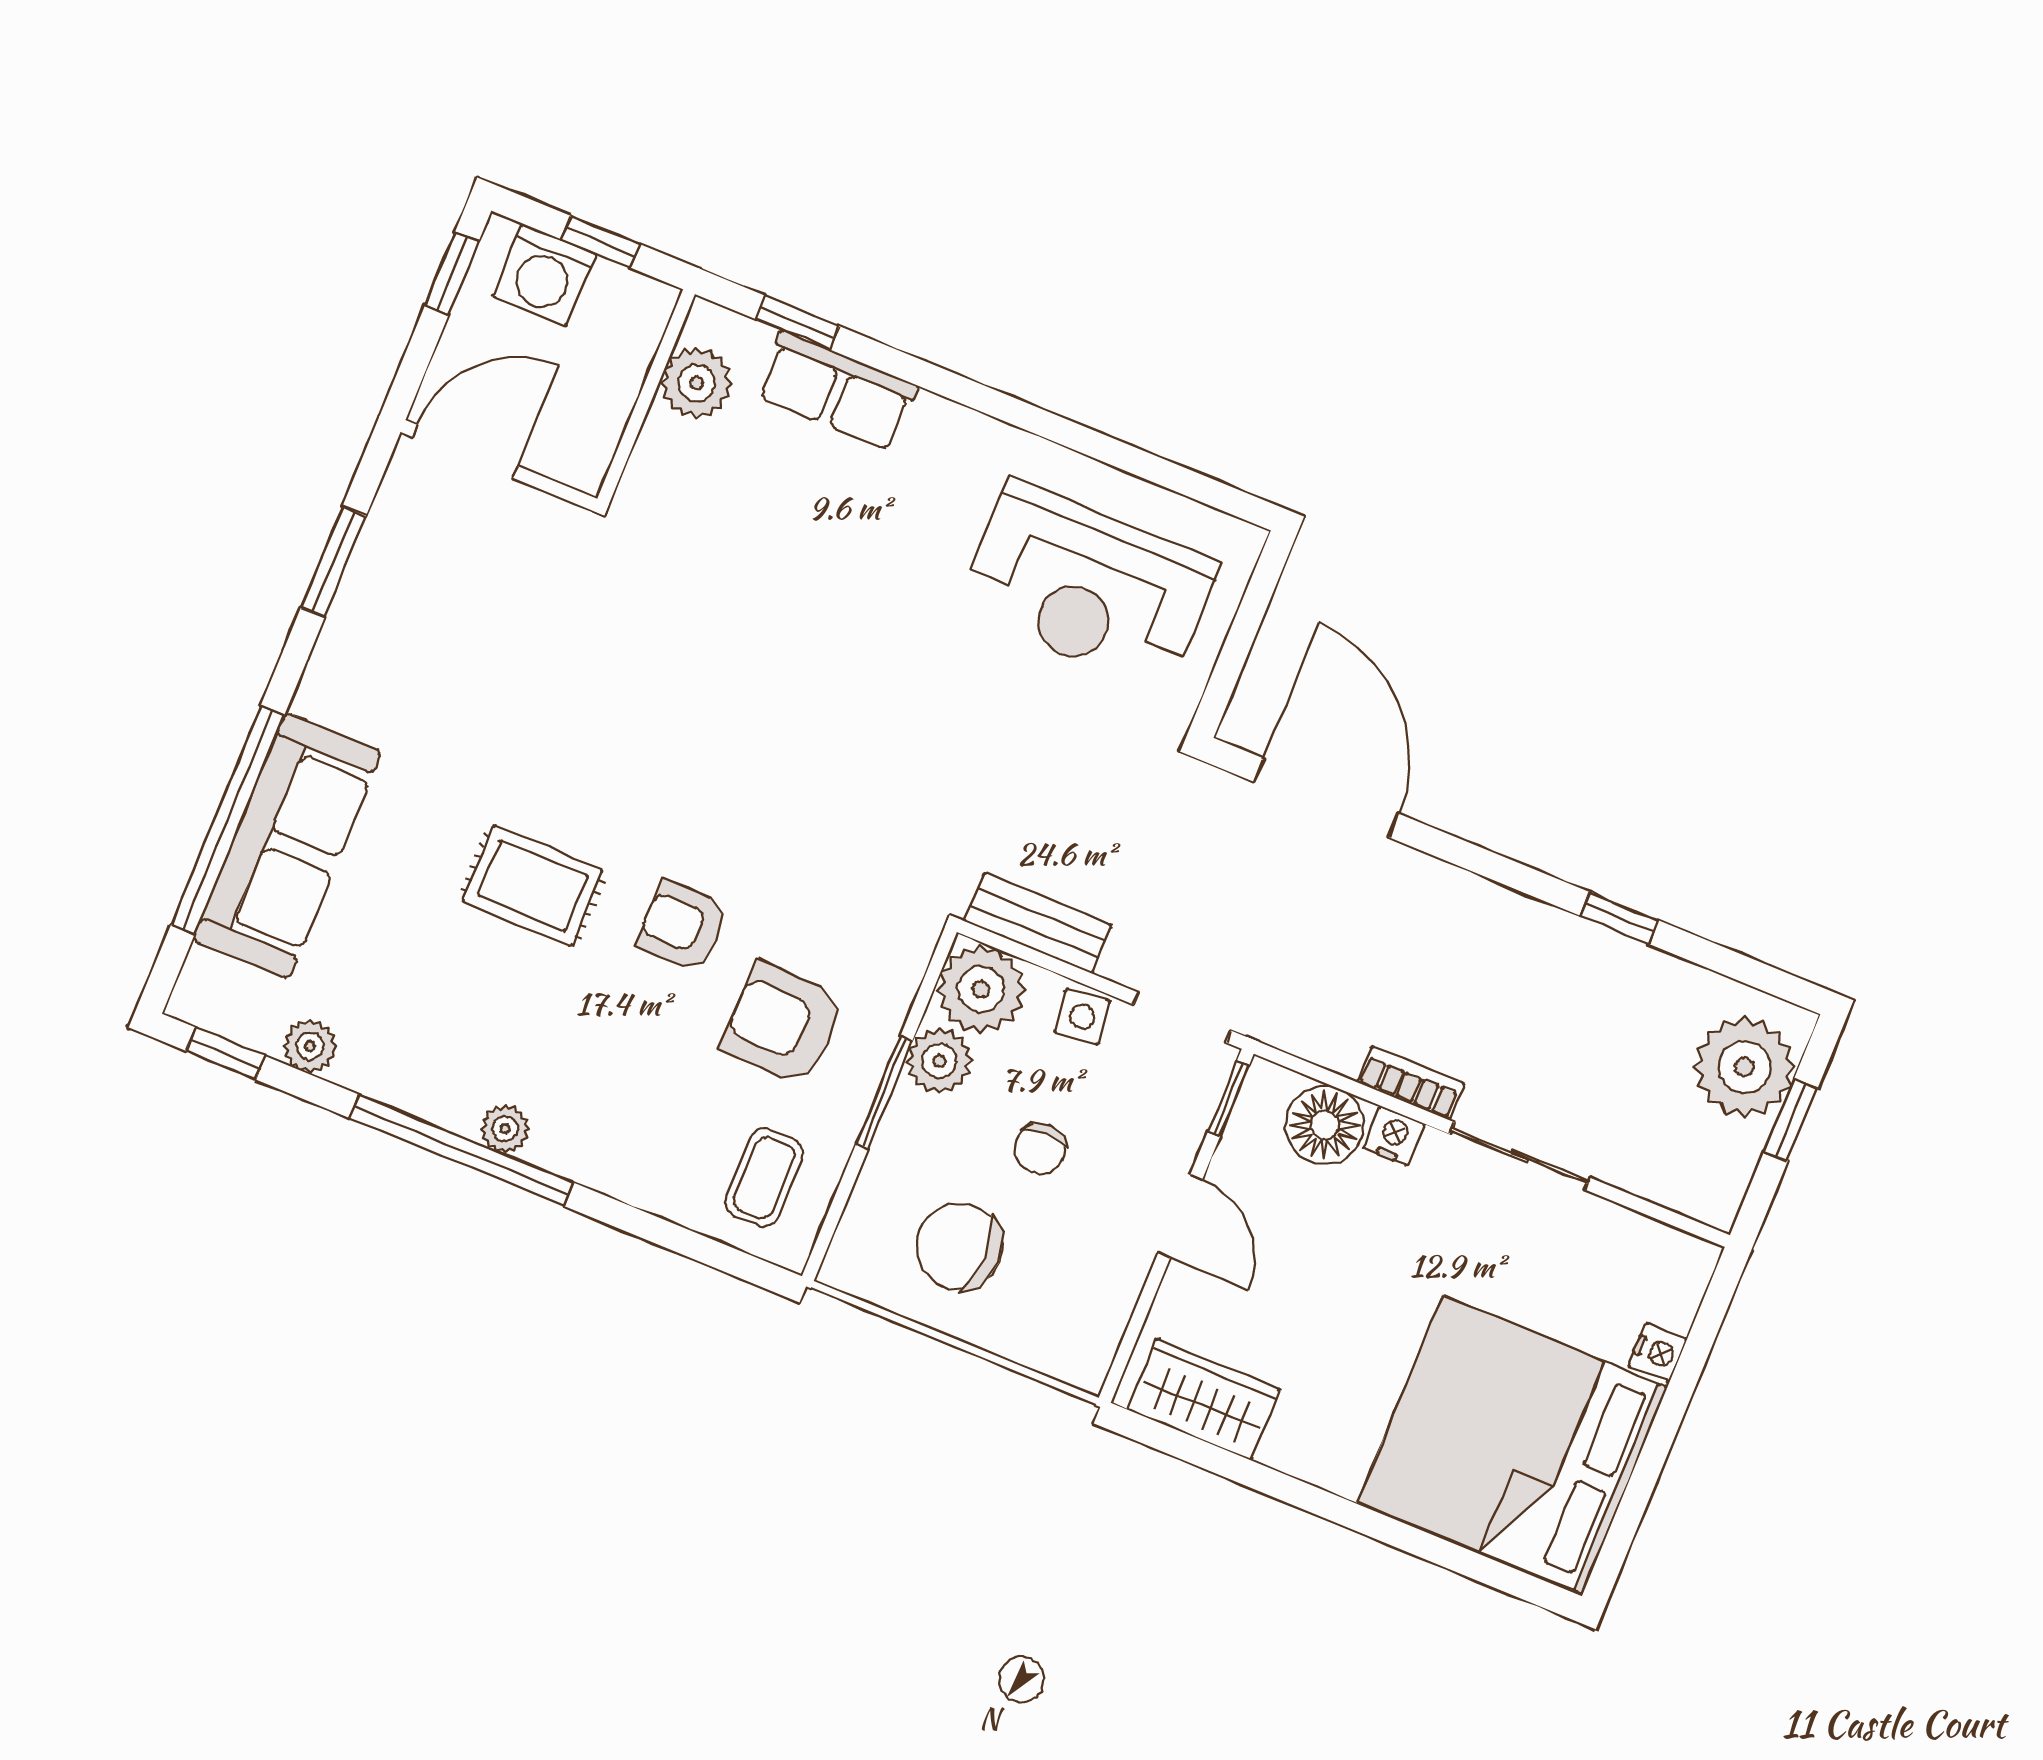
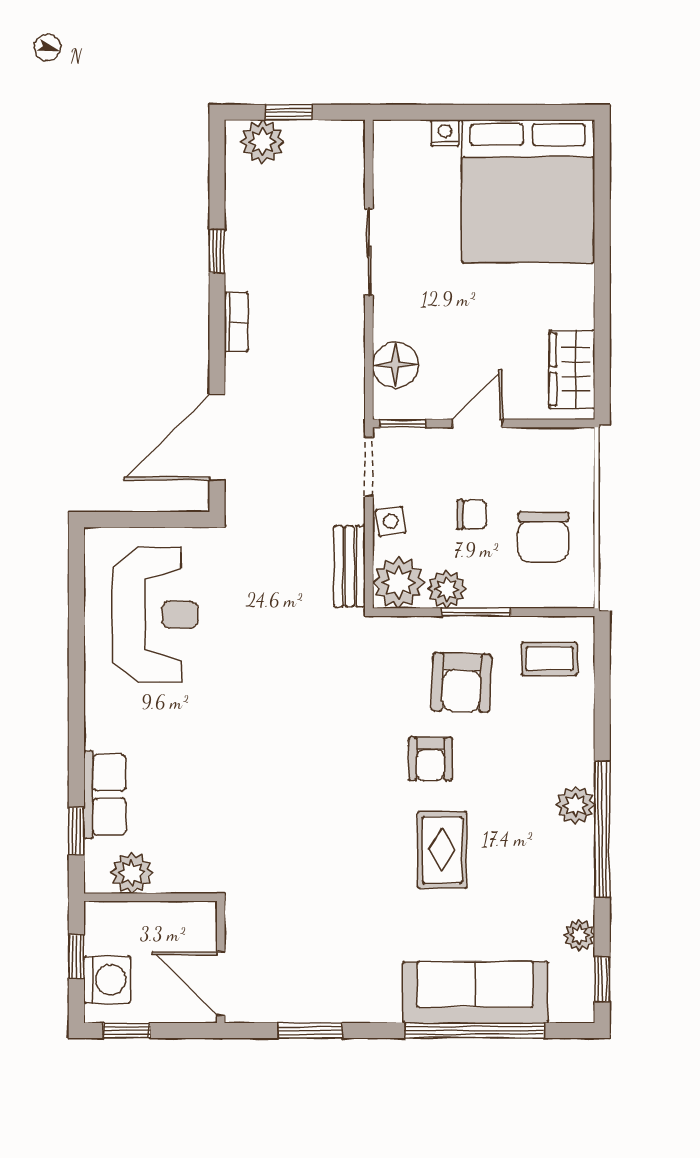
plant: (1744, 1067) -> (262, 142), width x0.73, depth x0.73
bookcase: (1410, 1083) -> (236, 322), moved, turned 180
plant: (505, 1129) -> (575, 805), width x1.38, depth x1.38
nightstand: (1394, 1136) -> (386, 325), removed

